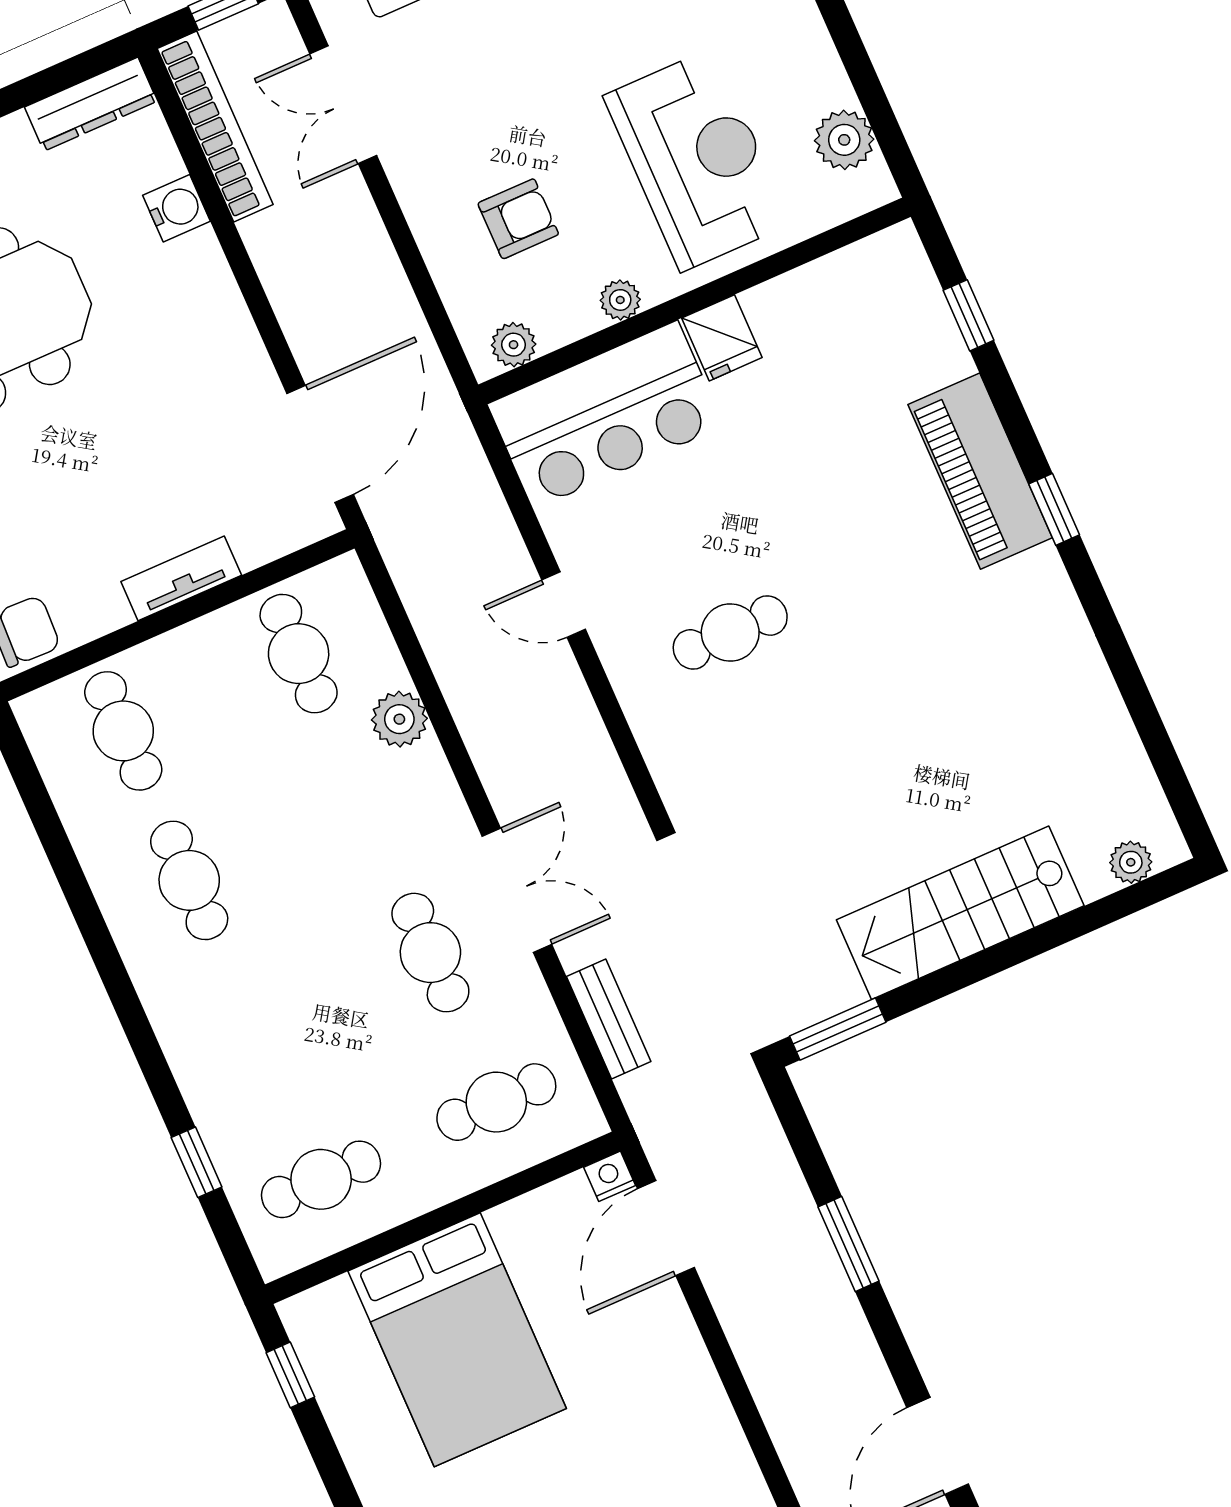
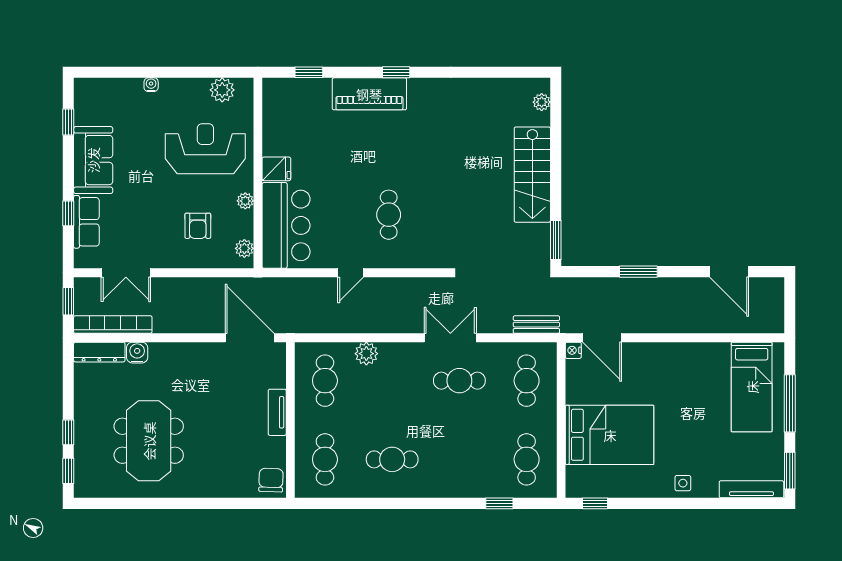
dresser: (91, 104) -> (99, 352), moved, turned 90
armchair: (518, 219) -> (198, 226), turned 180
cafe table: (299, 654) -> (325, 381), turned 90
cafe table: (123, 731) -> (325, 459), turned 90
bench: (609, 1019) -> (536, 325), moved

